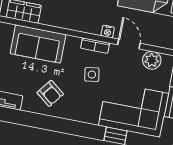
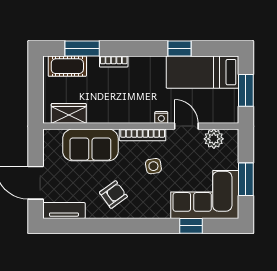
bookcase: (95, 46) -> (143, 135), width x1.56
armchair: (50, 93) -> (113, 195), turned -74

